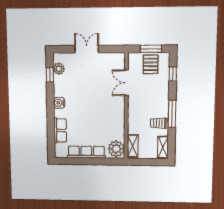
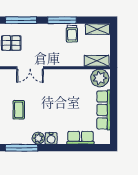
plant: (59, 69) -> (38, 138), moved
coffee table: (86, 72) -> (19, 110), added
window: (173, 74) -> (21, 20), width x2.17
window: (50, 75) -> (22, 148), width x2.17

